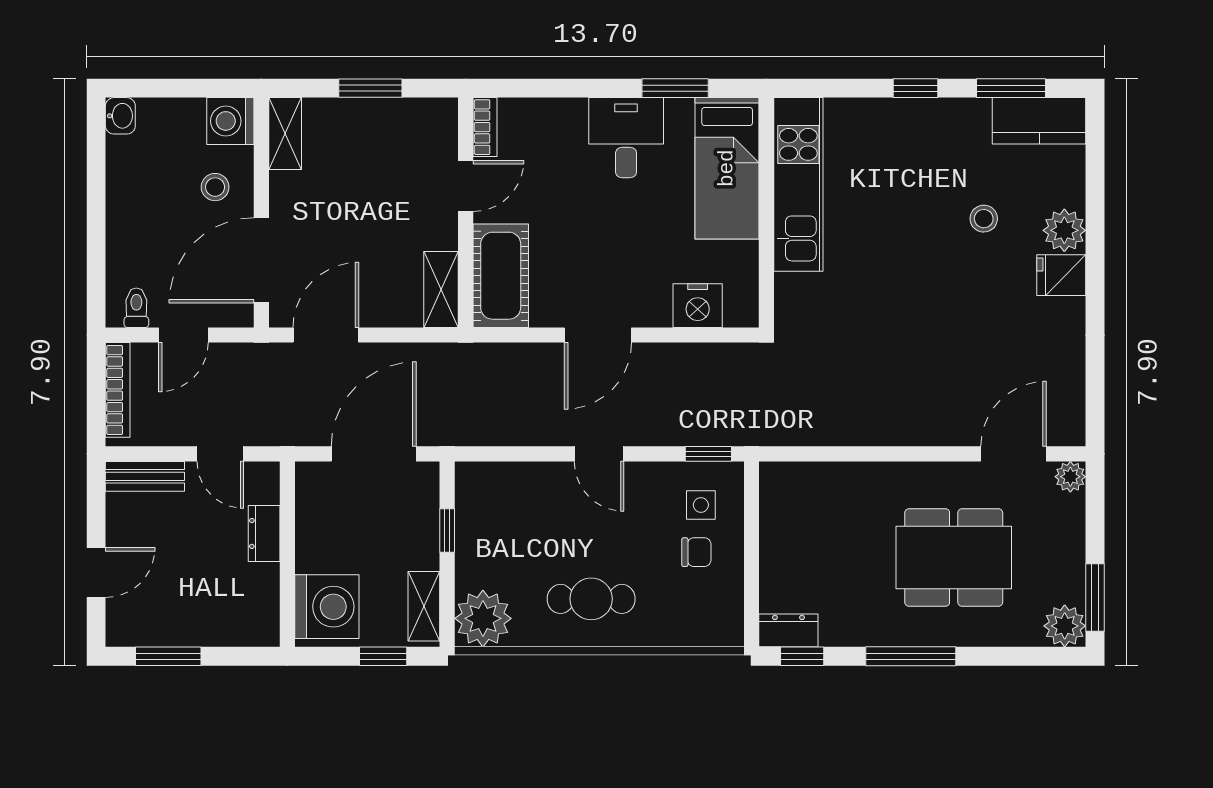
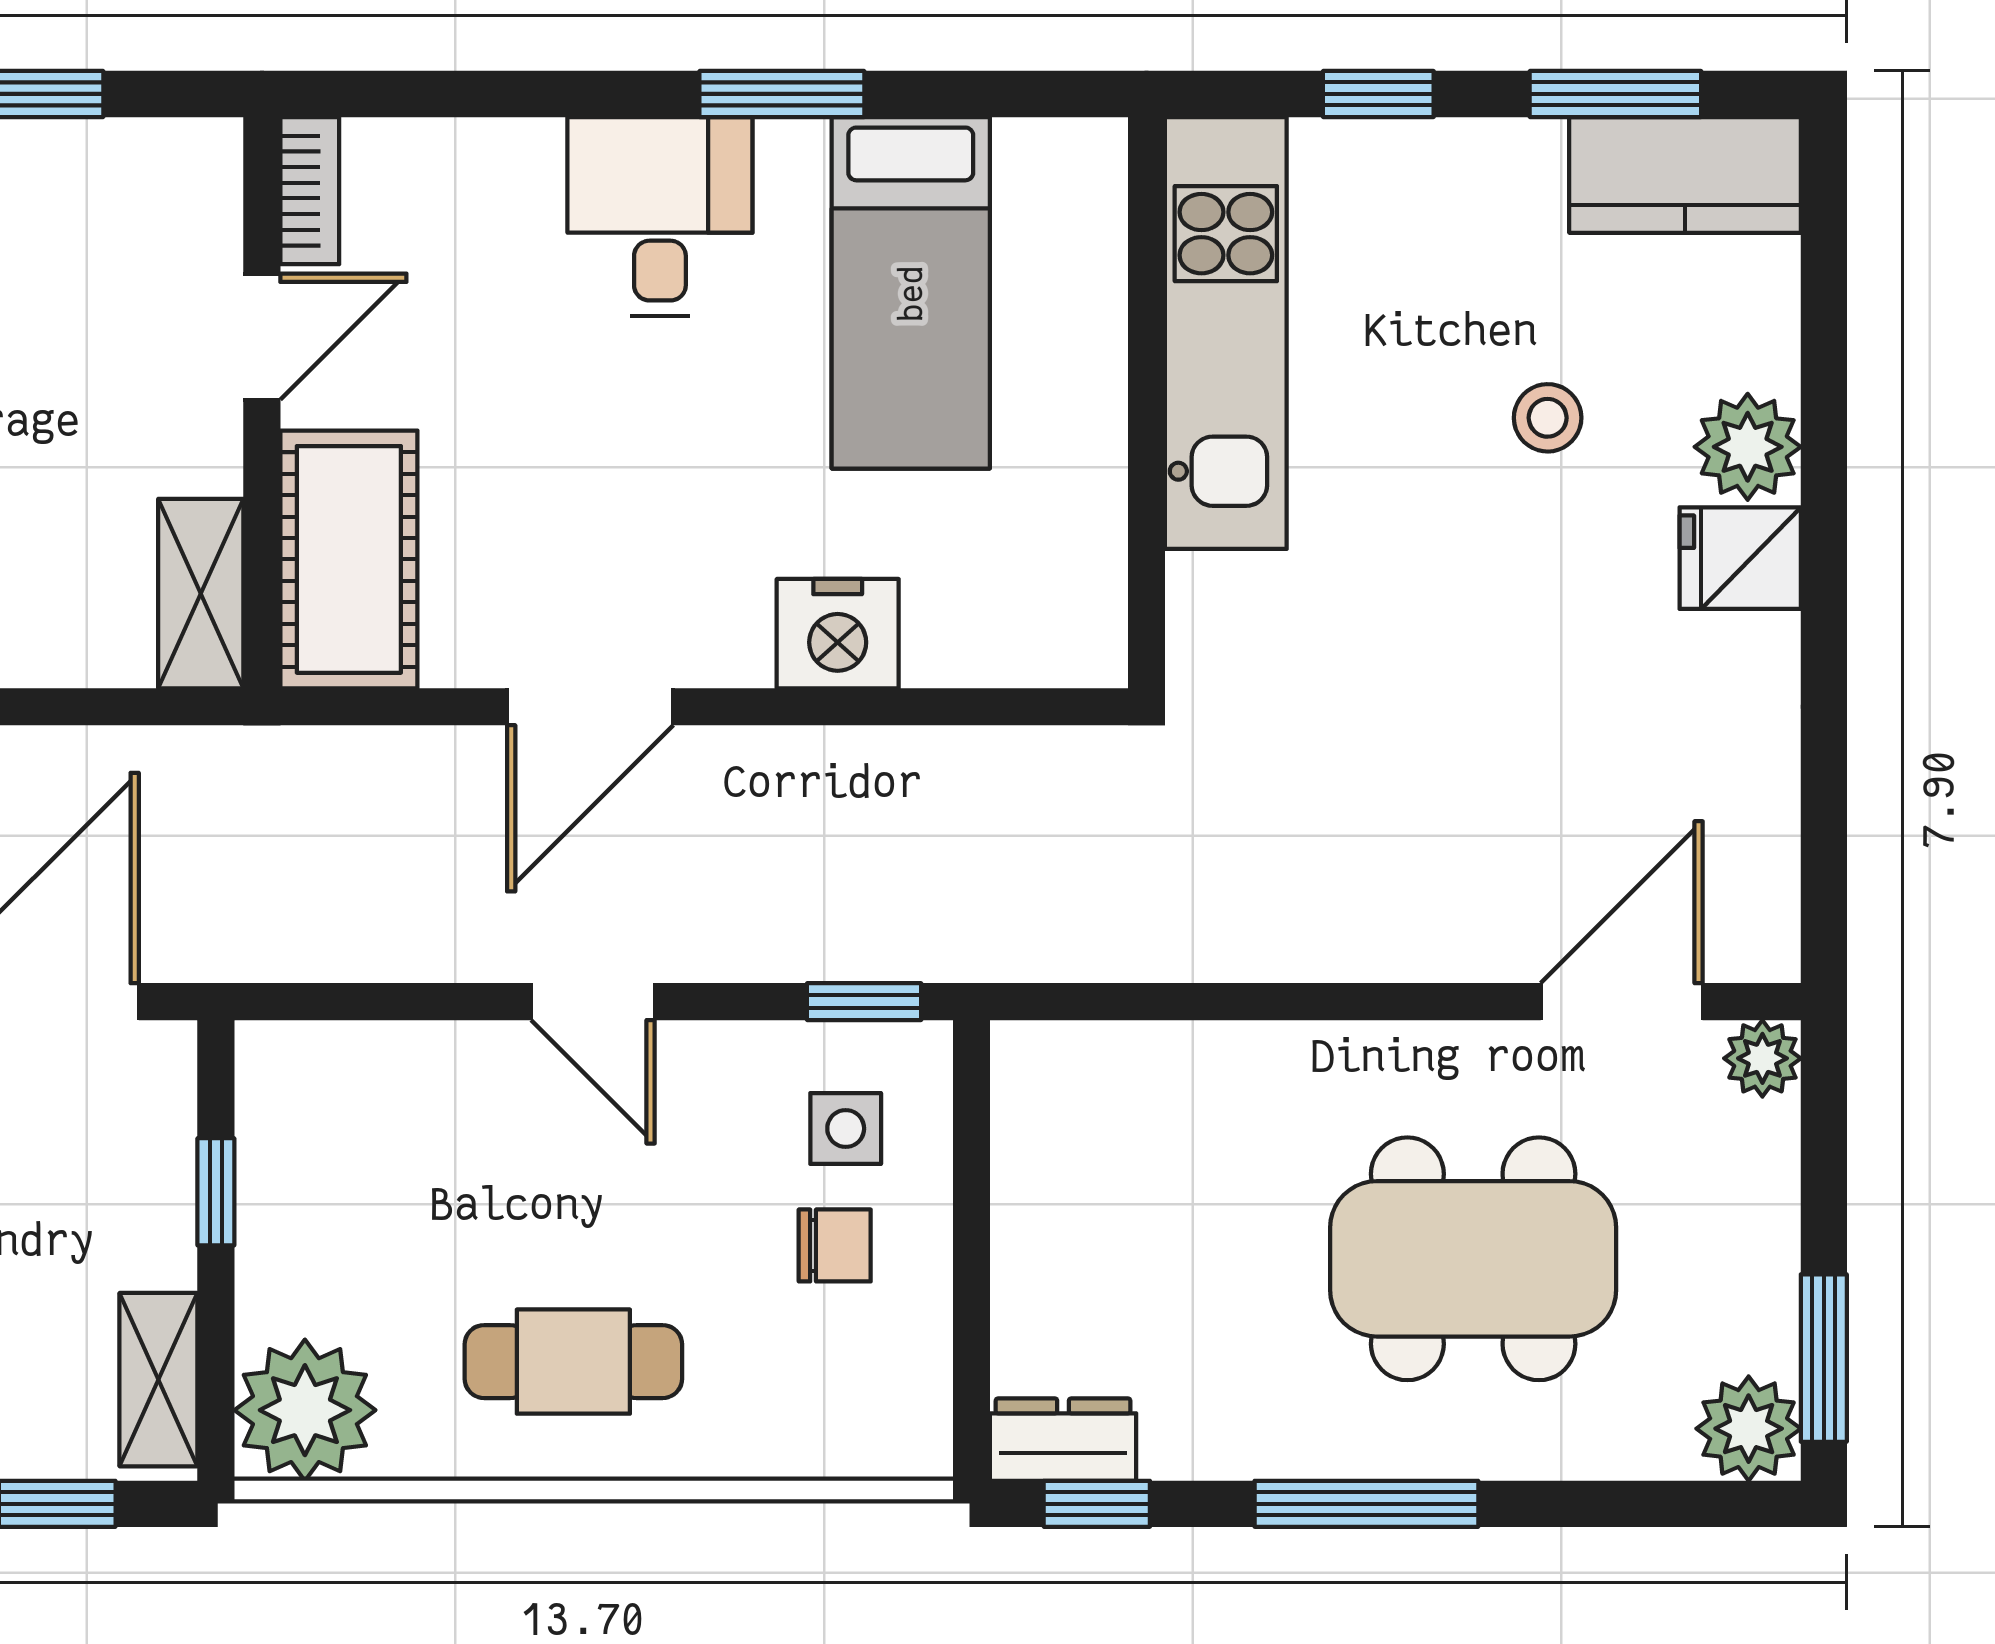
kitchen unit: (798, 184) -> (1226, 333), moved
wall: (766, 213) -> (1147, 403), moved

